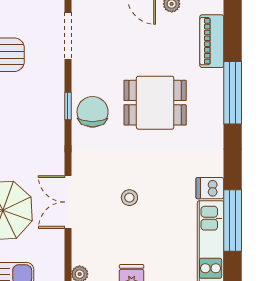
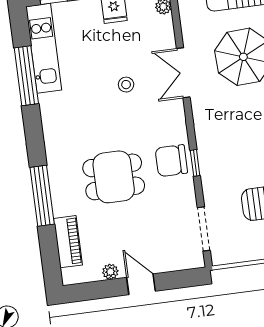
chair: (93, 112) -> (171, 161), turned 90
dishwasher: (210, 188) -> (52, 103), removed
double door: (68, 202) -> (183, 73), swing flipped

